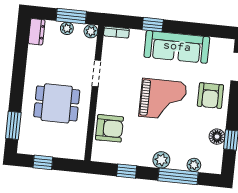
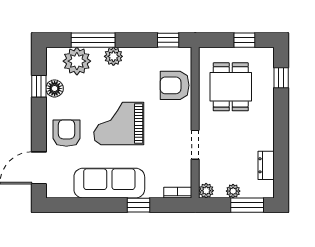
window: (71, 16) -> (247, 205), moved
dresser: (37, 32) -> (266, 165), moved
dining table: (57, 103) -> (231, 87), moved, turned 90
window: (13, 125) -> (281, 78), width x0.67
plant: (194, 165) -> (77, 61), width x1.88, depth x1.88
window: (127, 171) -> (168, 40), moved

